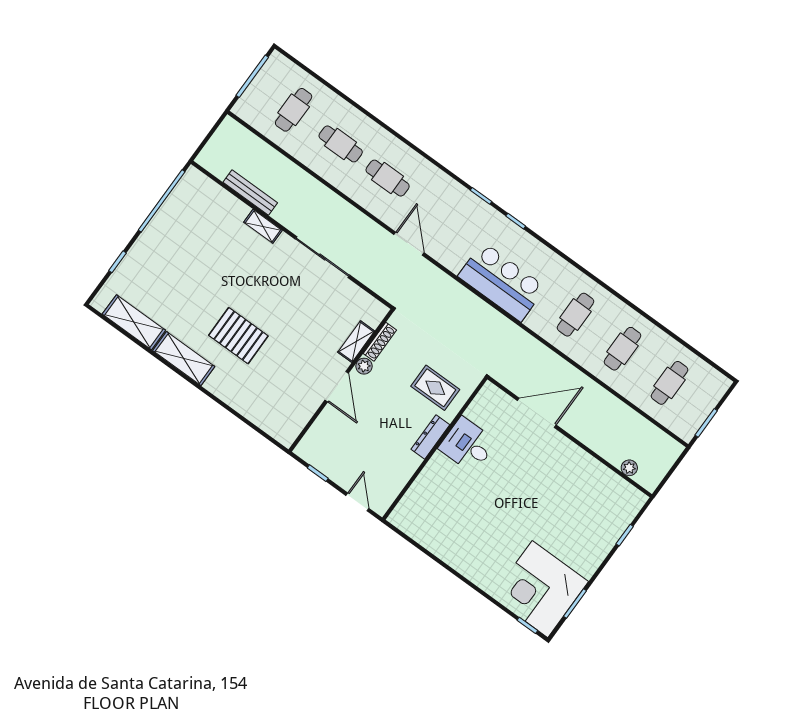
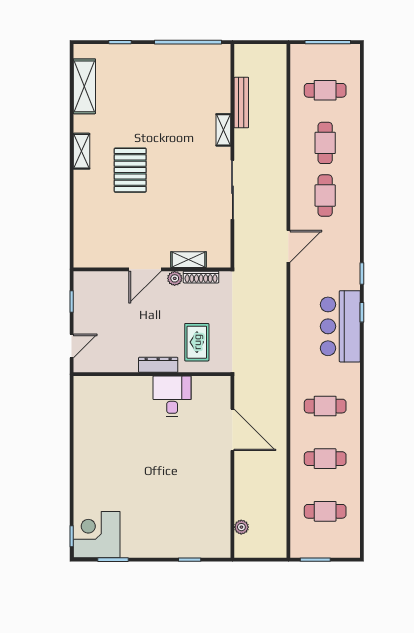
bar counter: (502, 282) -> (340, 326), moved, turned 180
shelving: (184, 359) -> (82, 151), width x0.67, depth x0.75
corner desk: (540, 589) -> (97, 535), width x0.74, depth x0.74

